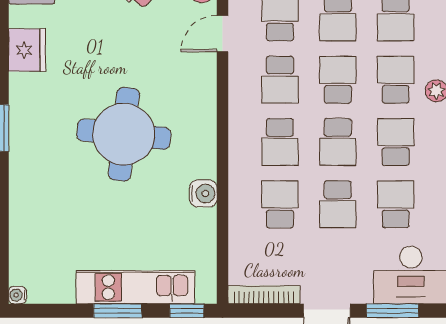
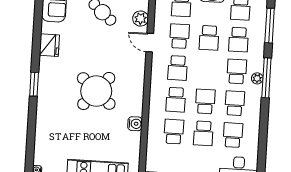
door: (223, 34) -> (150, 43), hinge flipped
school desk: (338, 80) -> (207, 70), removed
round table: (124, 134) -> (96, 91), turned 35
school desk: (338, 142) -> (205, 101), turned 180

